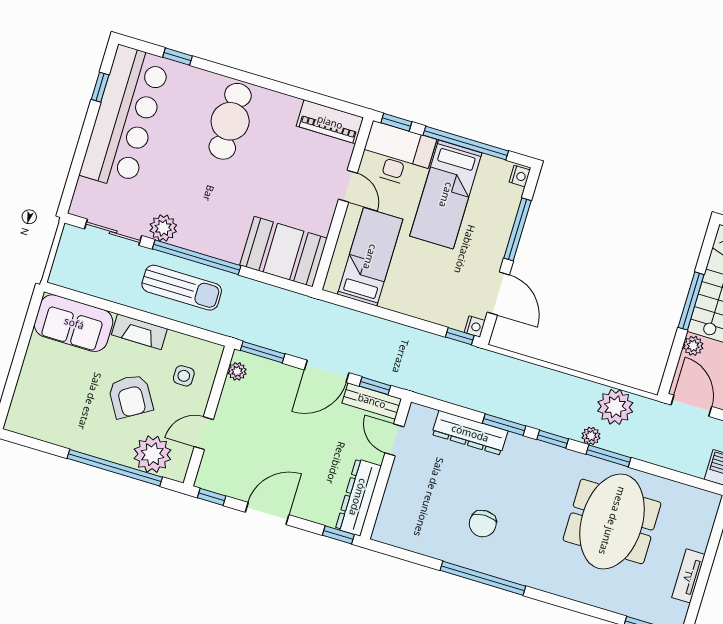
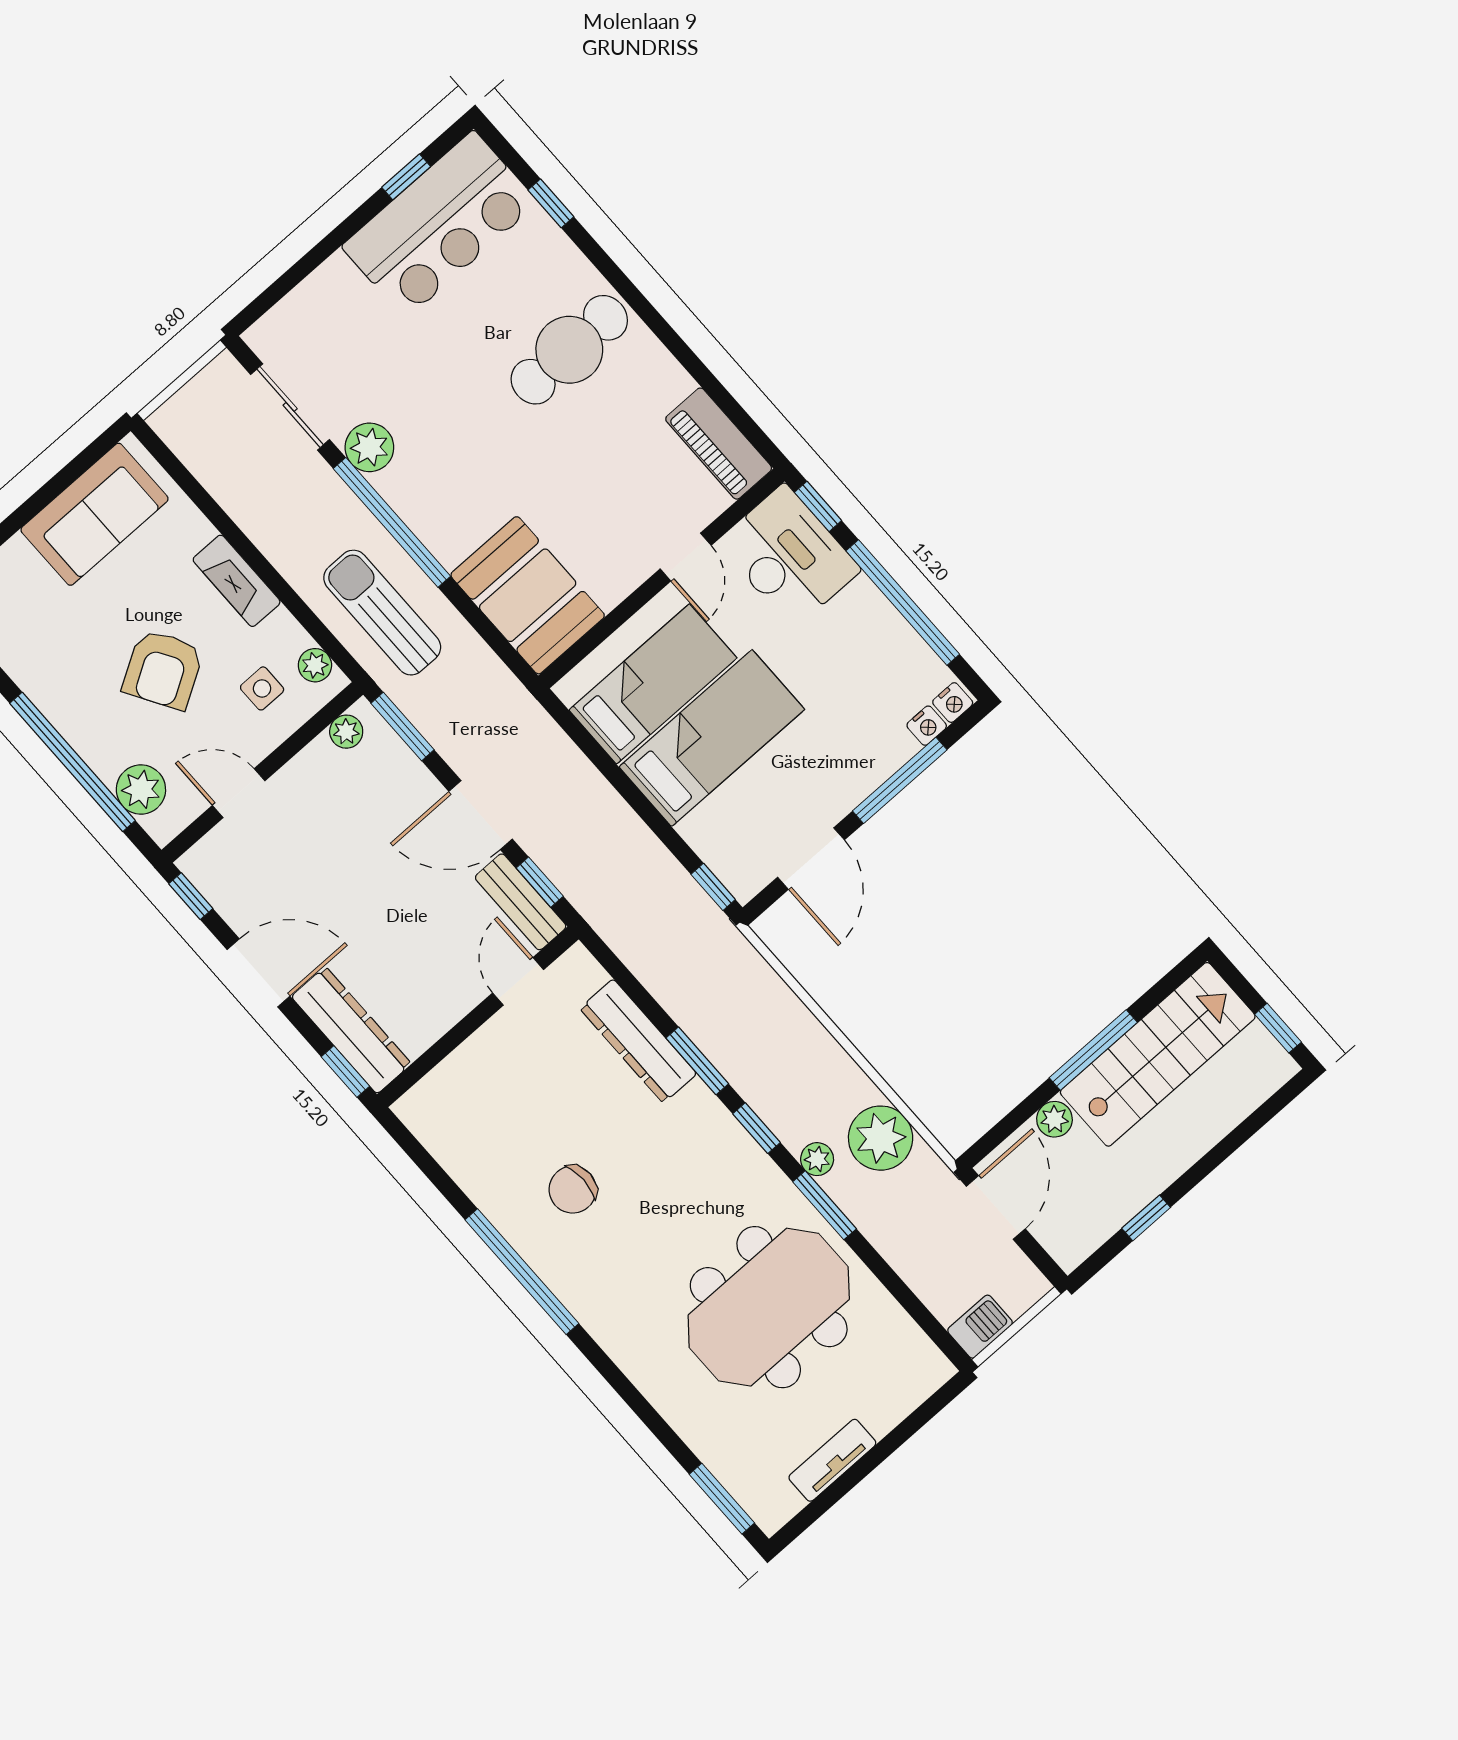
bar counter: (125, 117) -> (440, 225), width x0.73
bed: (446, 195) -> (712, 738), moved, turned 180
sun lounger: (182, 288) -> (382, 613), moved, turned 180
sofa: (74, 323) -> (94, 514), moved, turned -90
nightstand: (475, 326) -> (927, 726), moved
plant: (202, 349) -> (315, 665), added
plant: (152, 454) -> (141, 790), width x0.73, depth x0.73
dresser: (358, 497) -> (351, 1030), moved, turned 90

